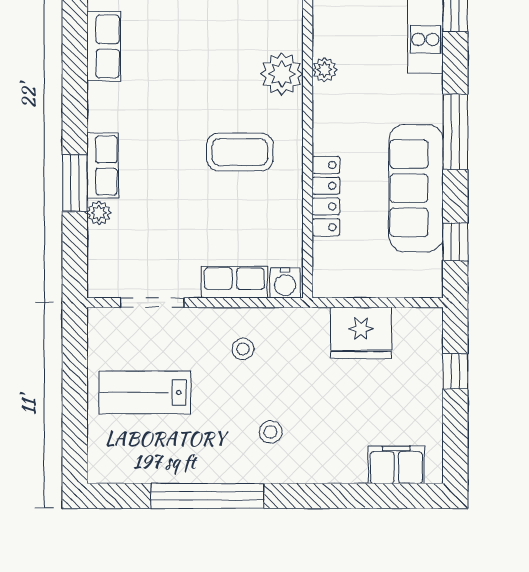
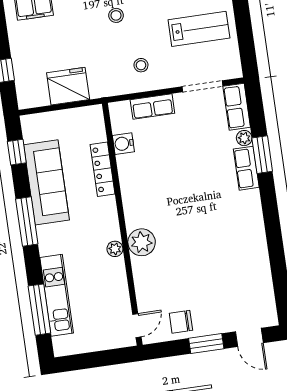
row of seats: (104, 46) -> (237, 107), moved
coffee table: (240, 152) -> (161, 189), removed
water cooler: (285, 283) -> (123, 144), moved, turned -90

